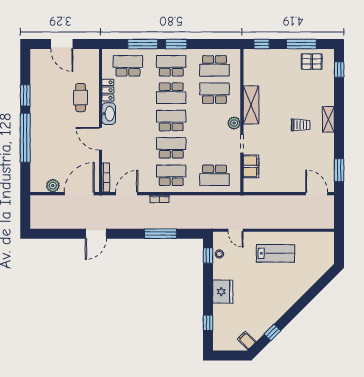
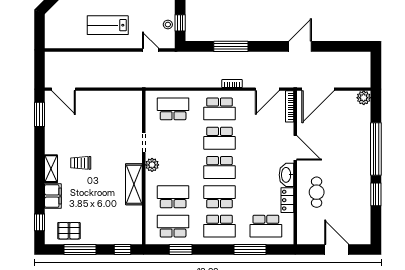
window: (176, 44) -> (181, 250), moved
school desk: (214, 93) -> (173, 197), turned 180
filing cabinet: (251, 166) -> (53, 196), moved, turned 180
plant: (53, 186) -> (364, 98), moved

